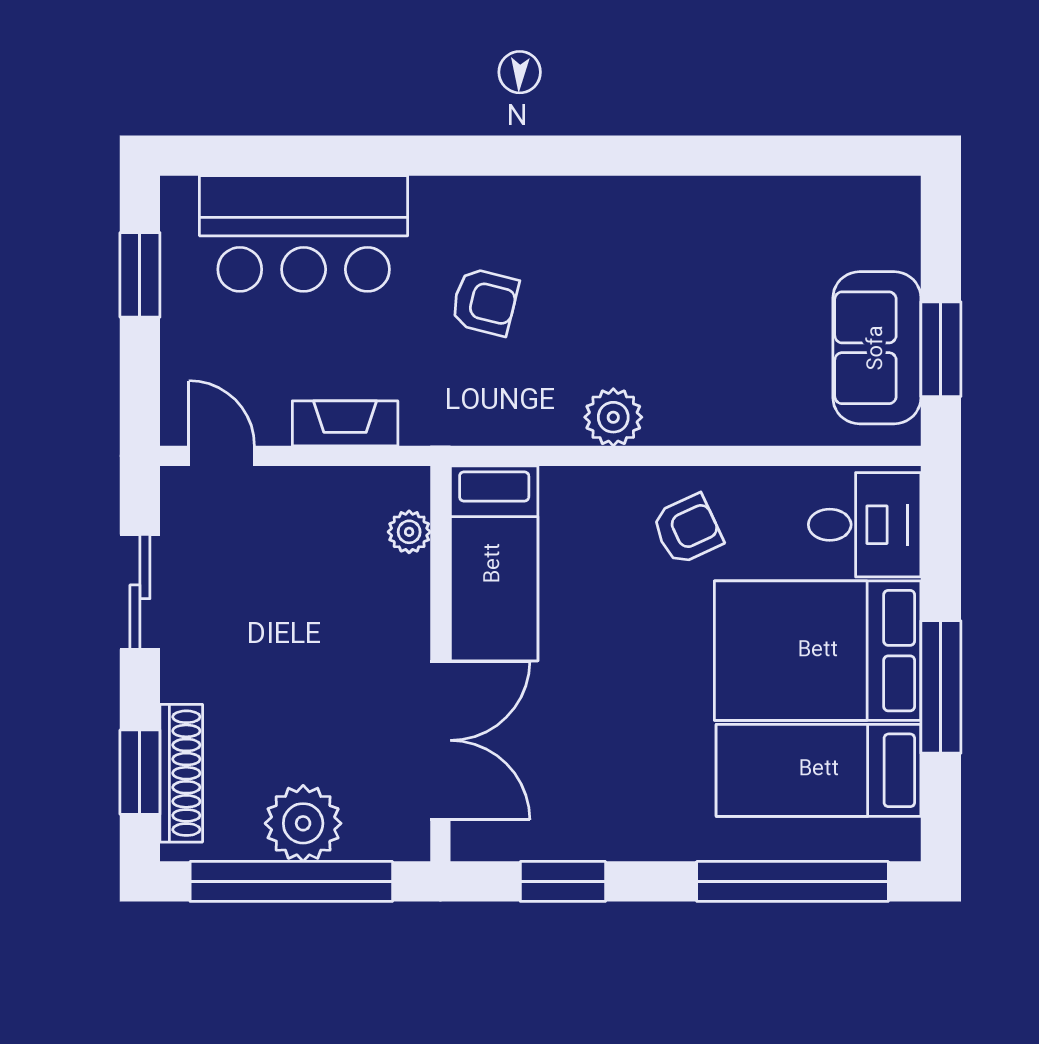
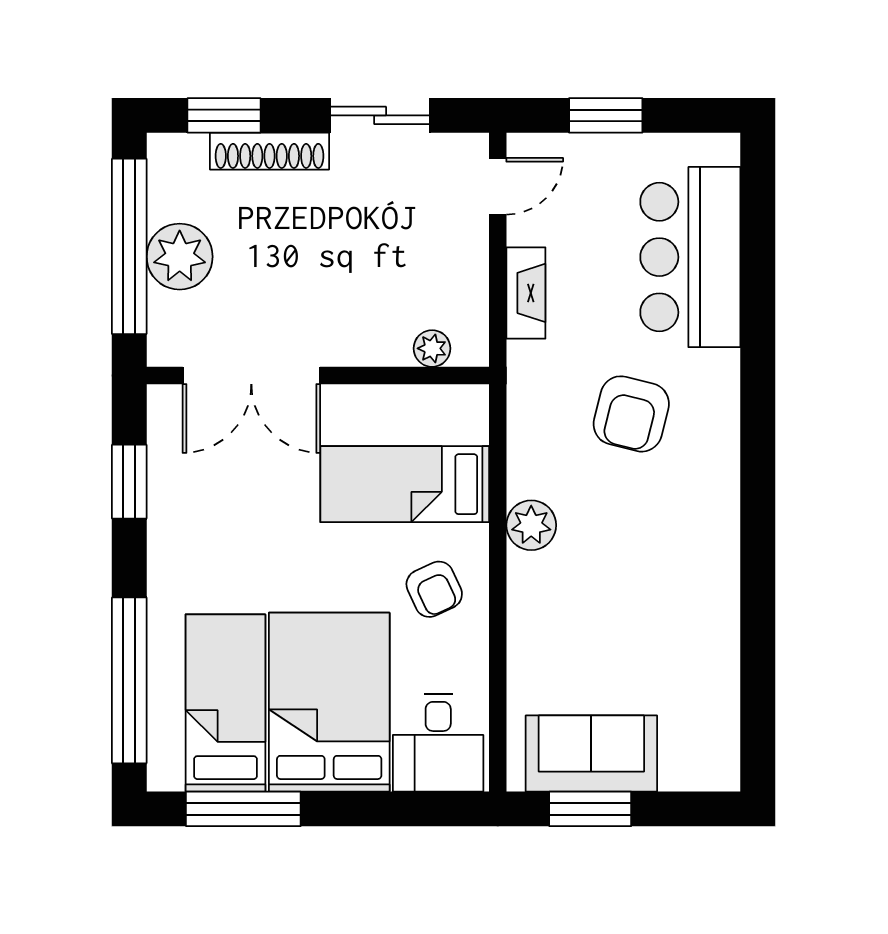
window: (140, 275) -> (606, 115), moved
armchair: (485, 302) -> (631, 414), width x1.38, depth x1.38
bed: (494, 563) -> (405, 484), moved
window: (941, 687) -> (243, 809), moved
shoe rack: (181, 773) -> (270, 151), moved

